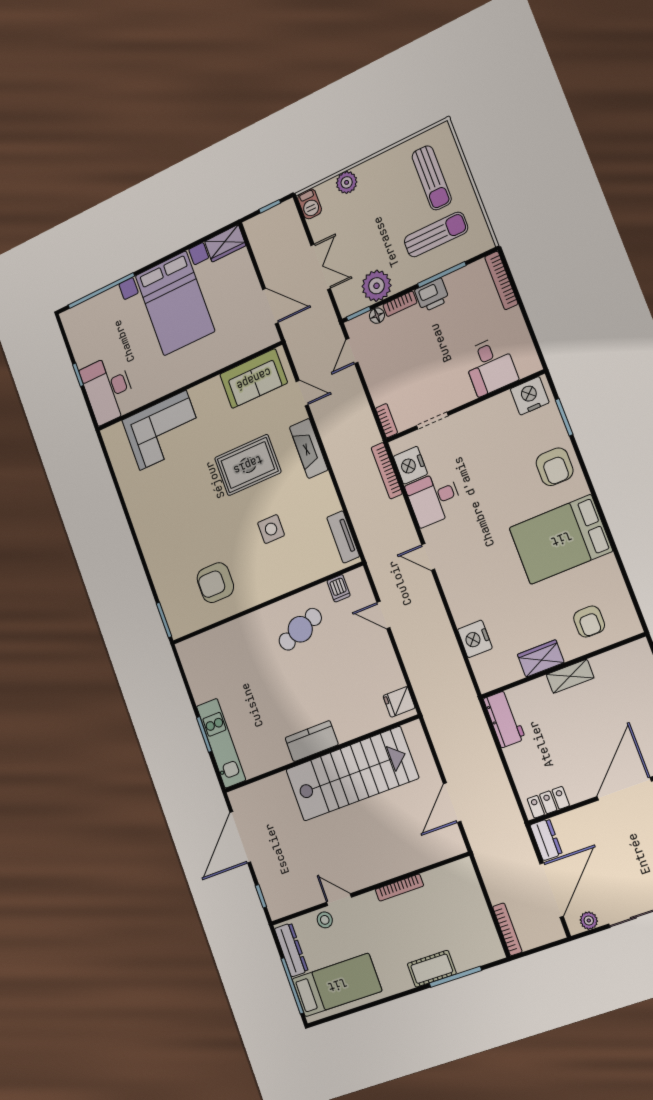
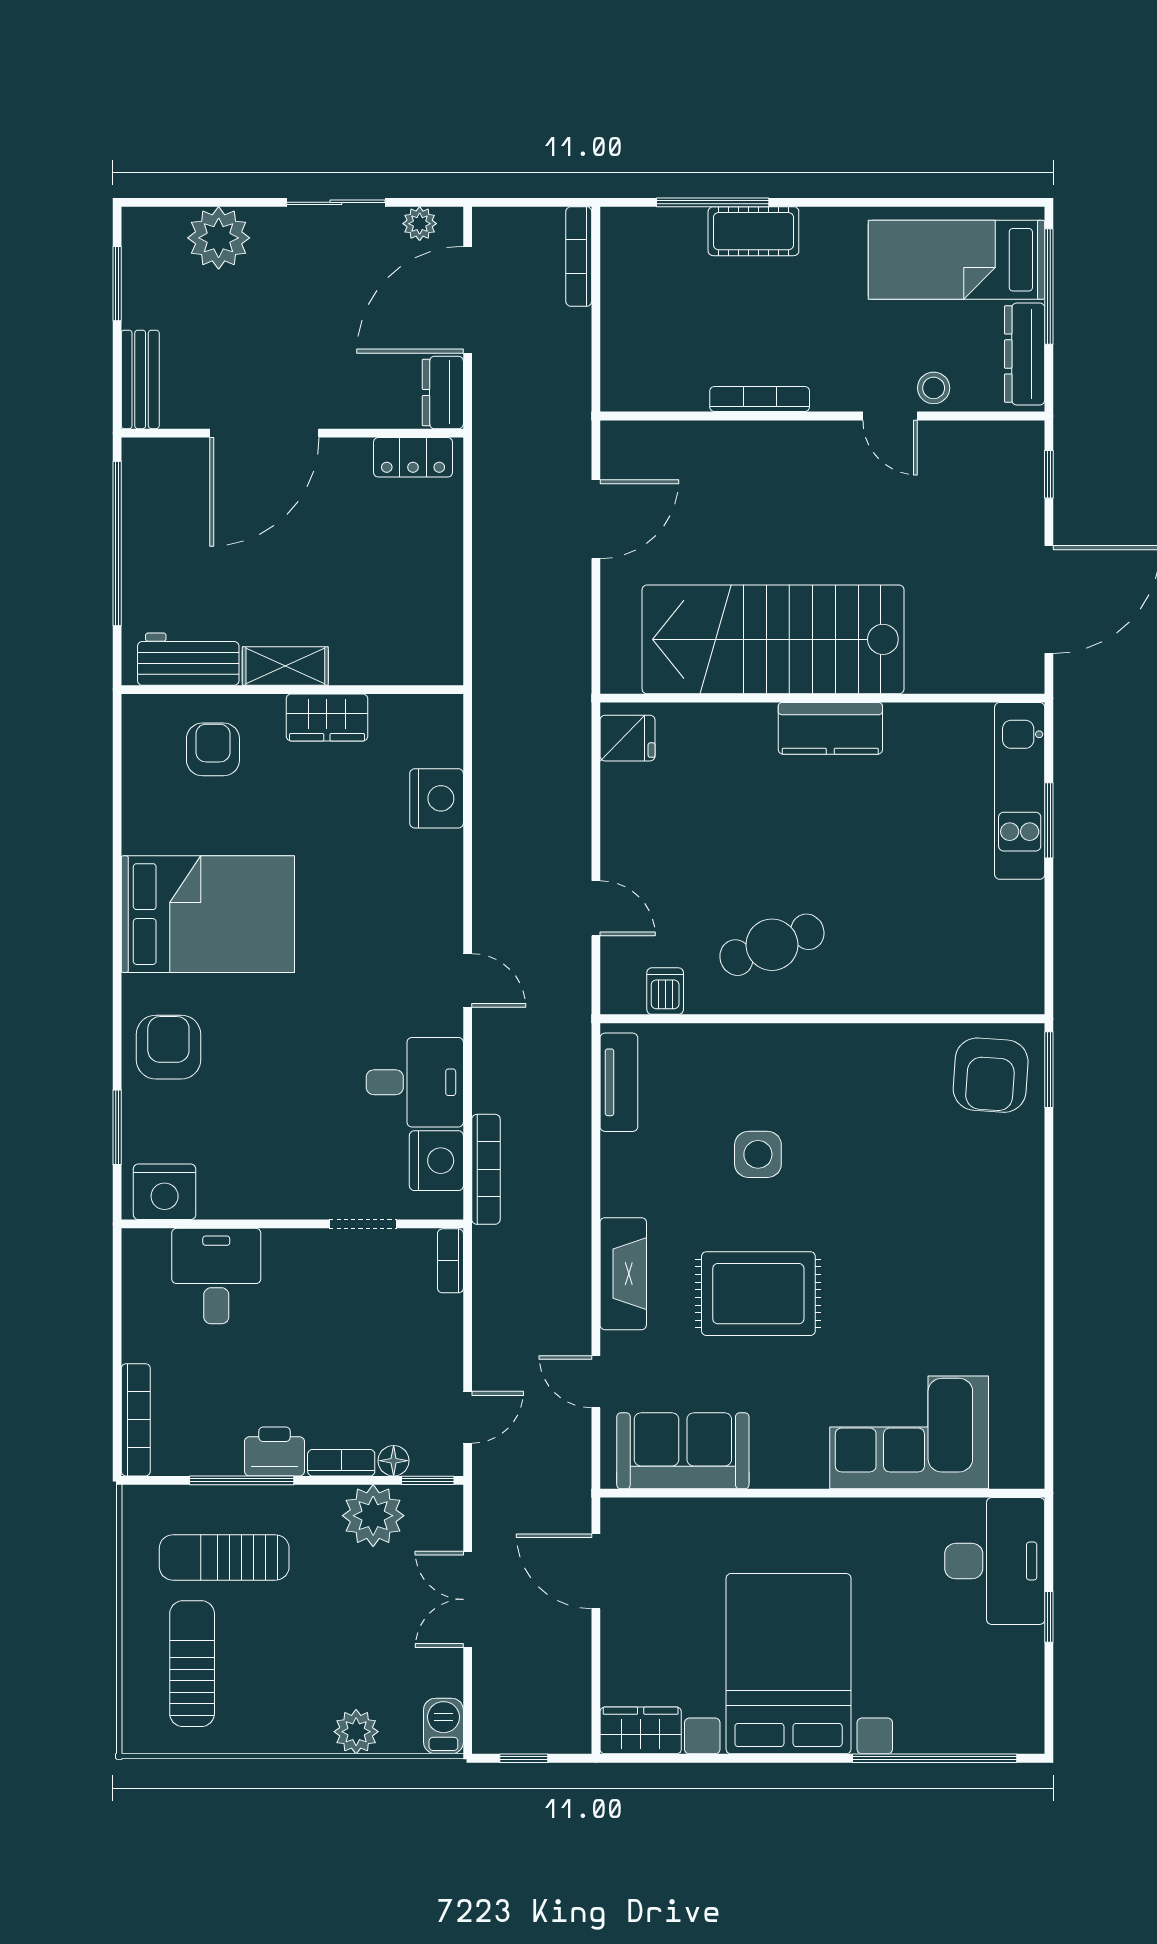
armchair: (215, 583) -> (991, 1075), moved, turned 94
workbench: (504, 719) -> (188, 659), moved, turned 90

